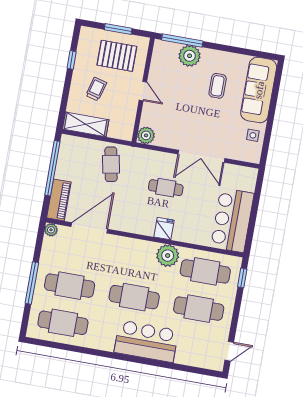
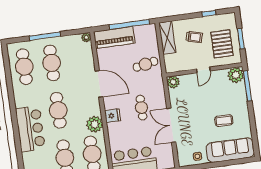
plant: (190, 56) -> (236, 75), moved
piano: (59, 200) -> (114, 37), width x1.37, depth x1.33
door: (89, 228) -> (99, 84), moved

